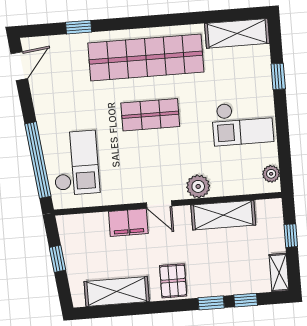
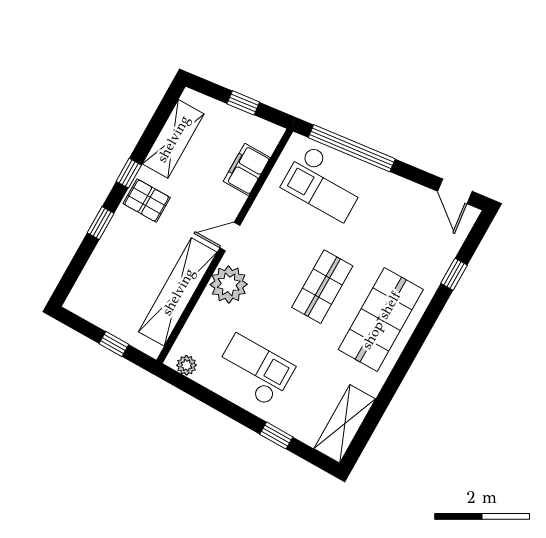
shop shelf: (146, 58) -> (381, 320), width x0.71
checkout: (243, 123) -> (254, 370), turned 90
plant: (198, 186) -> (229, 284), width x1.36, depth x1.36
shelving: (223, 215) -> (178, 292), width x1.47
filing cabinet: (128, 223) -> (247, 170), moved
shelving: (279, 272) -> (86, 309), removed
window: (246, 300) -> (129, 173), moved

